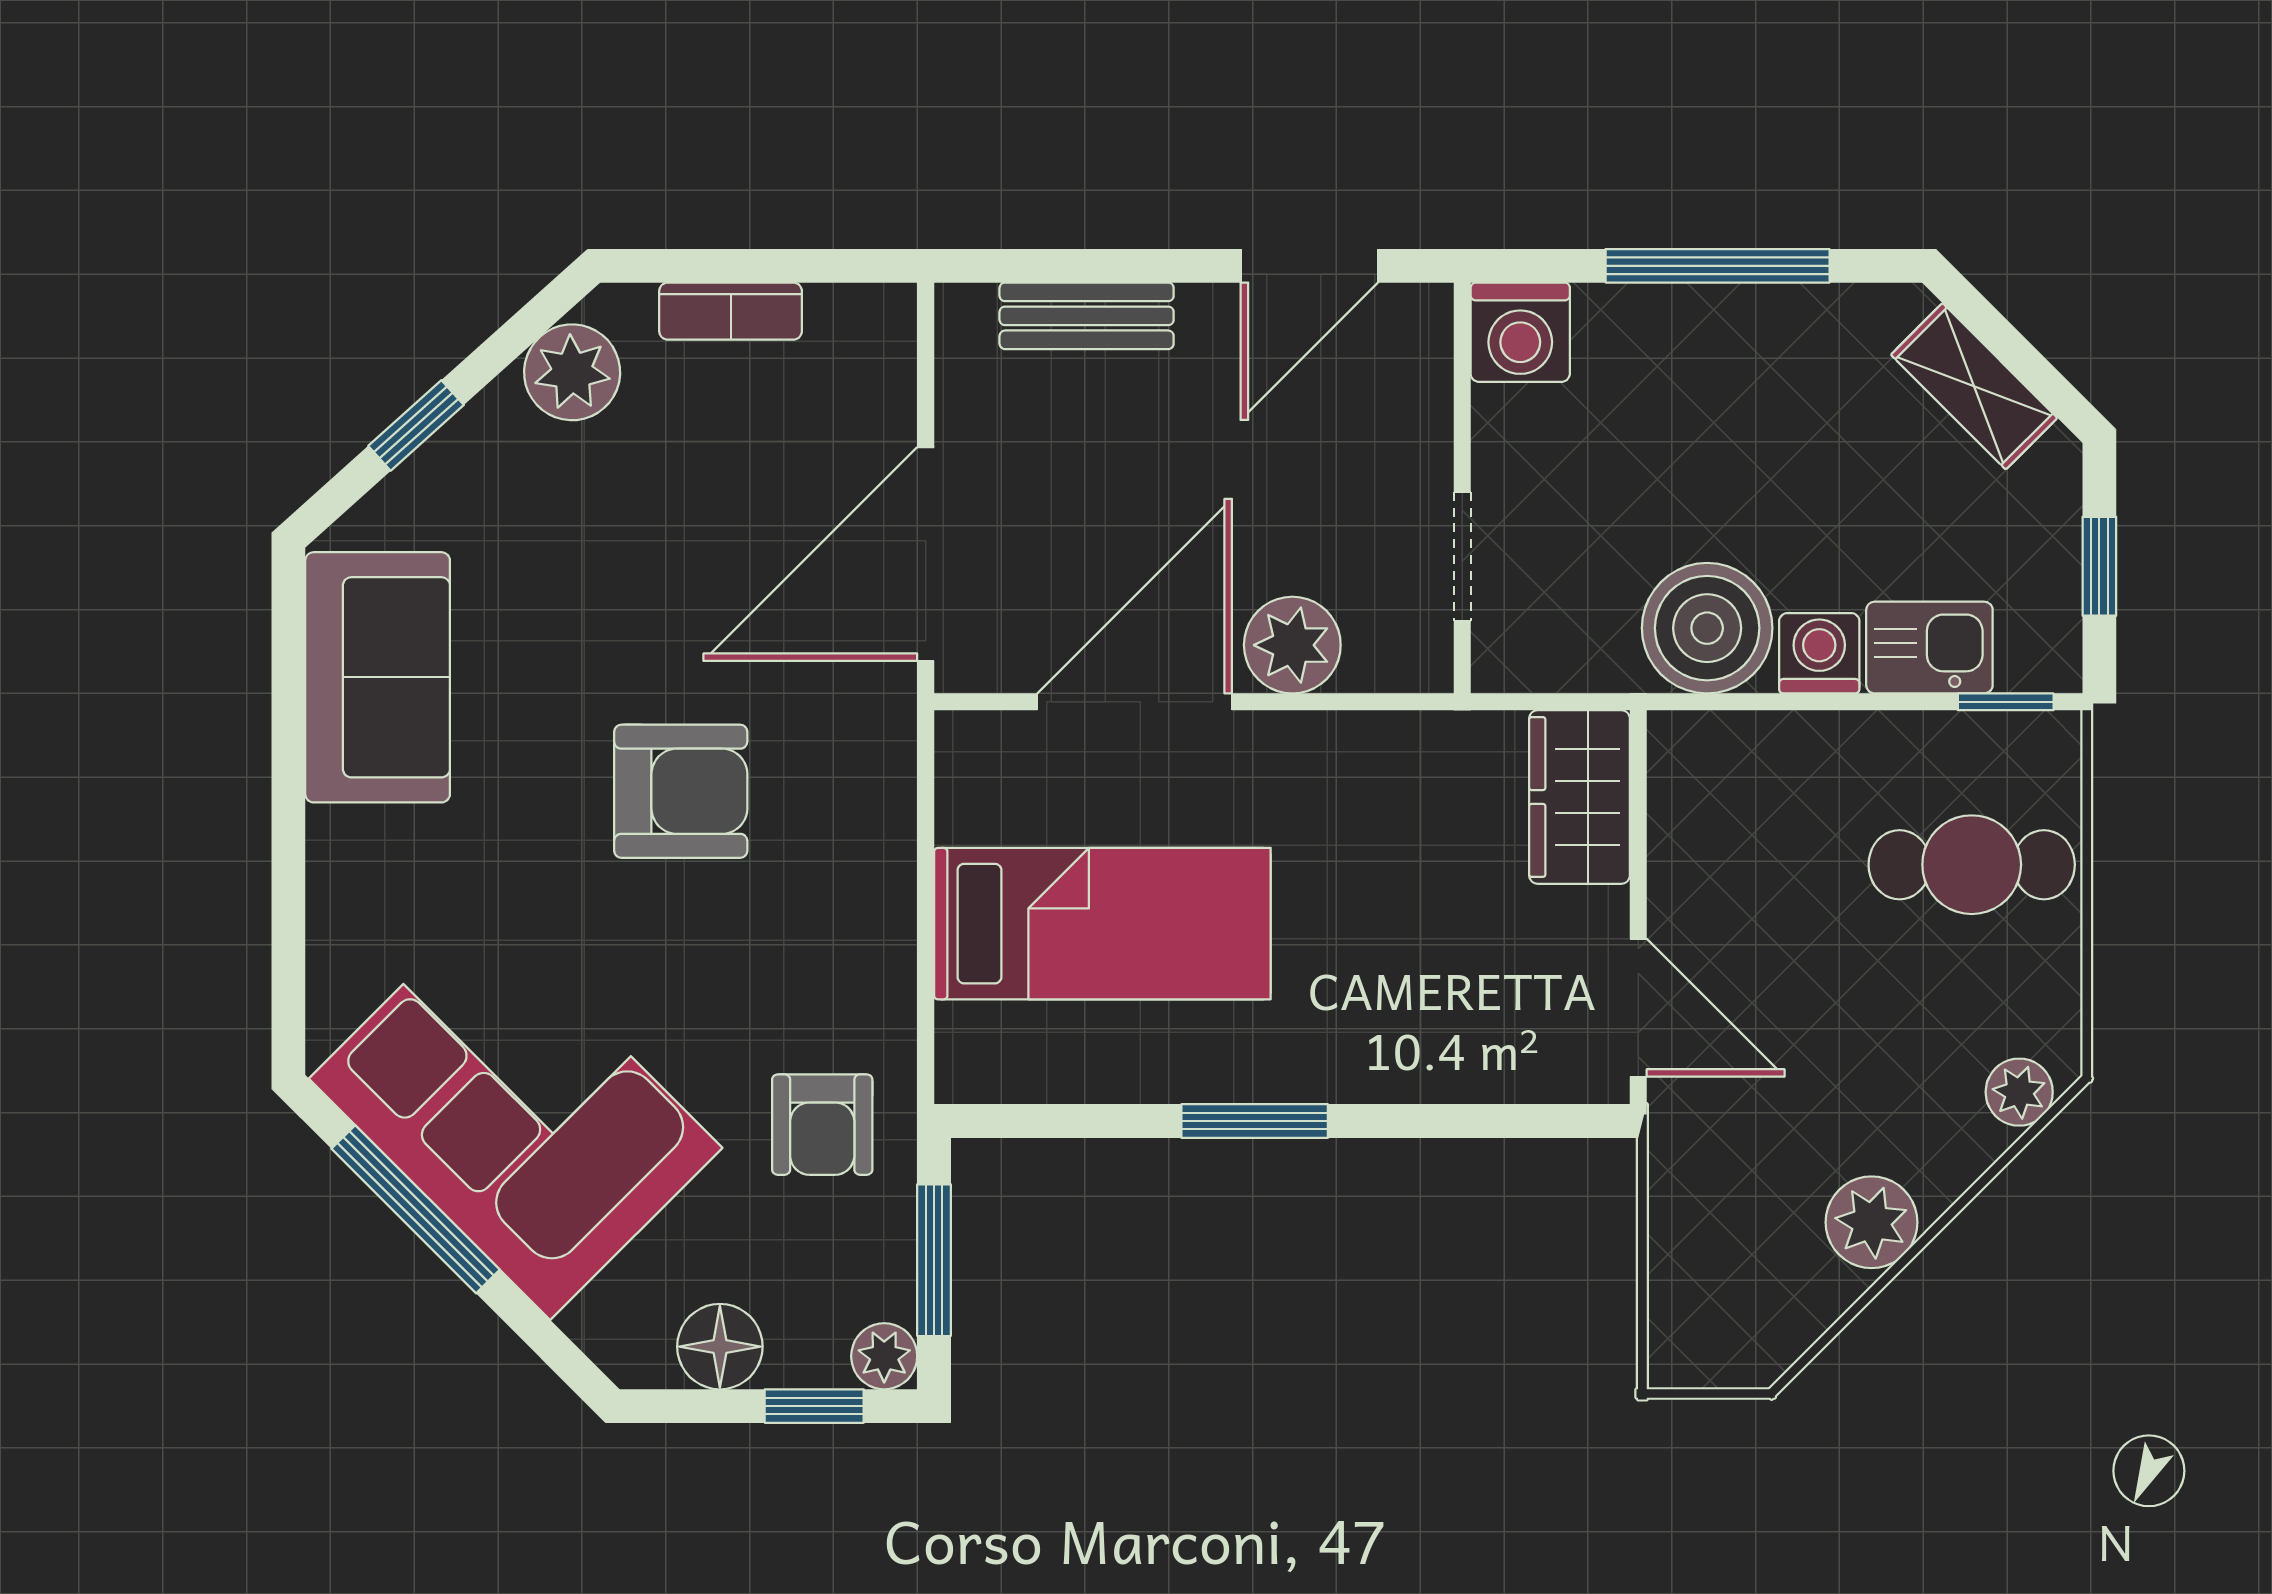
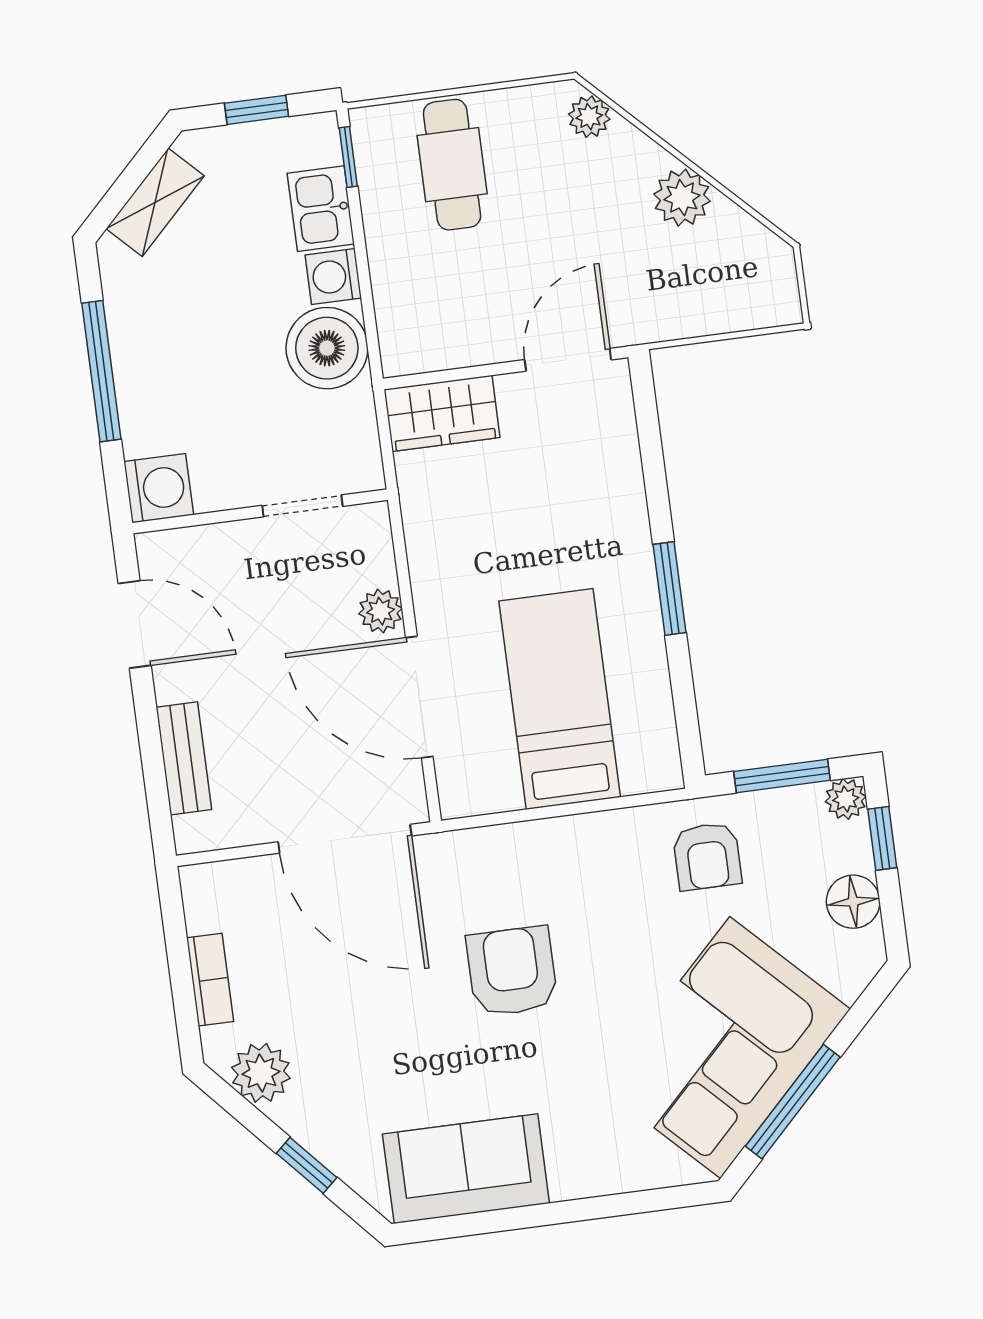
plant: (1292, 645) -> (381, 611), width x0.73, depth x0.73
armchair: (822, 1125) -> (707, 856), turned 90

